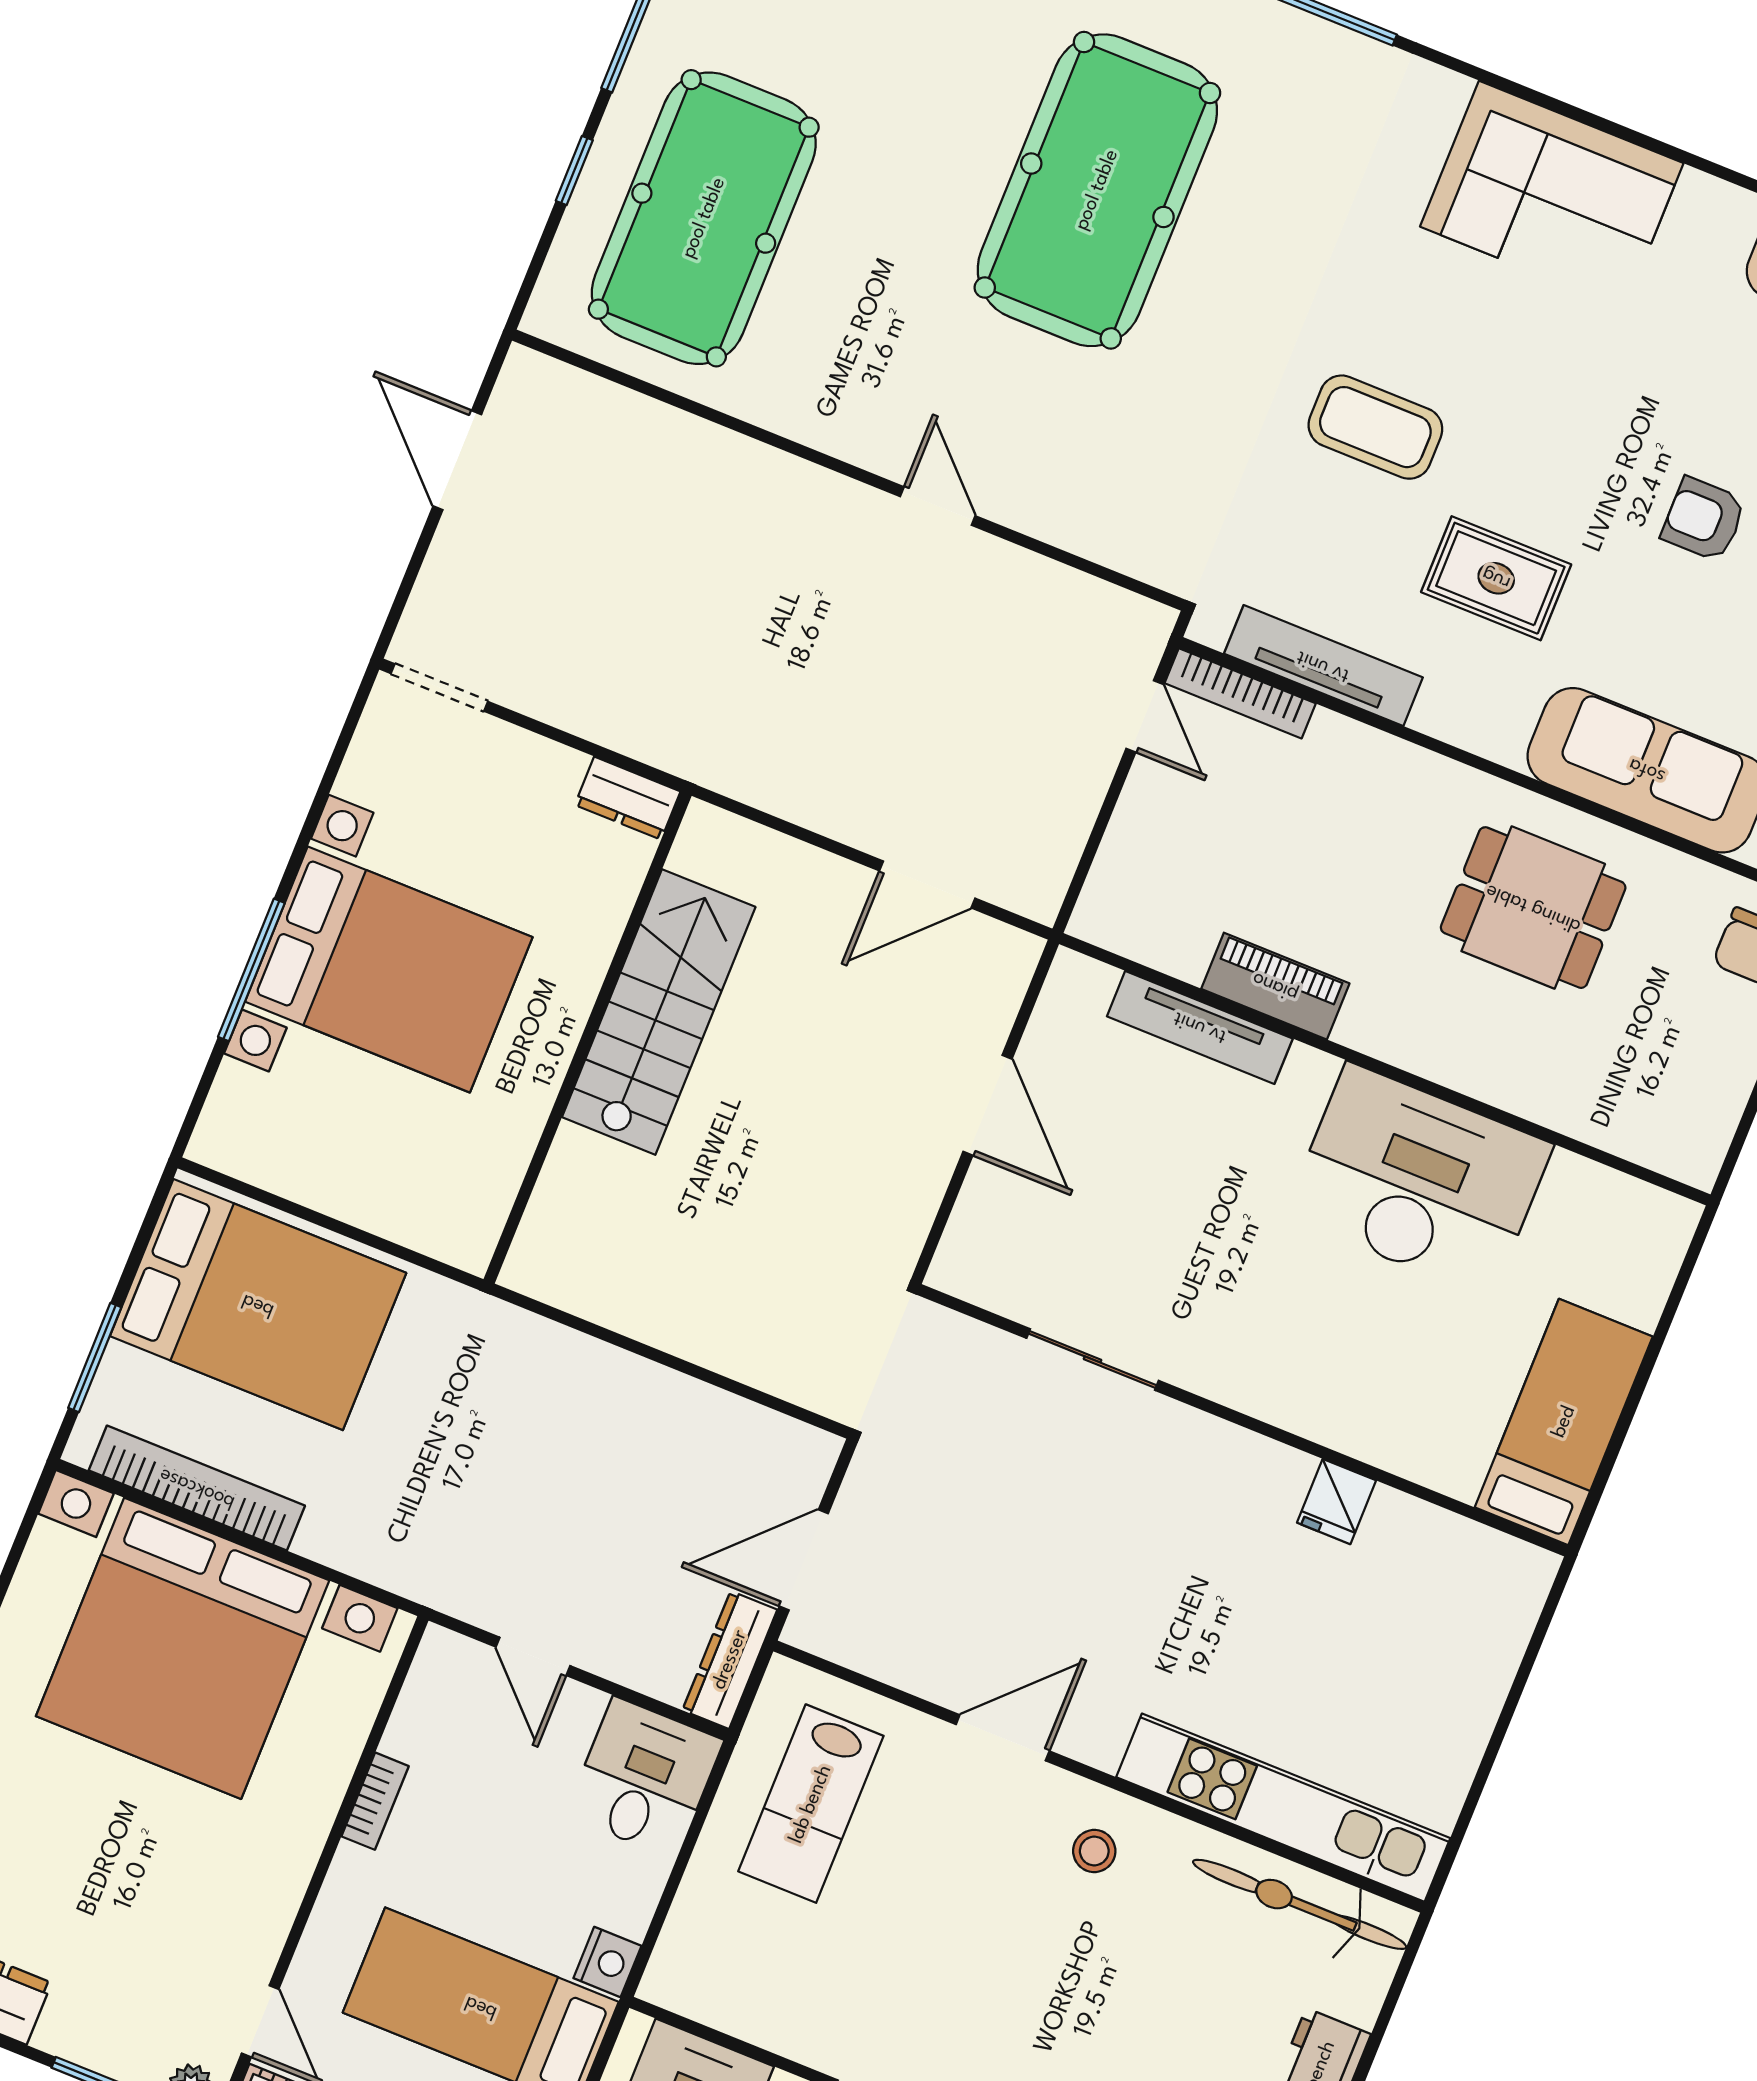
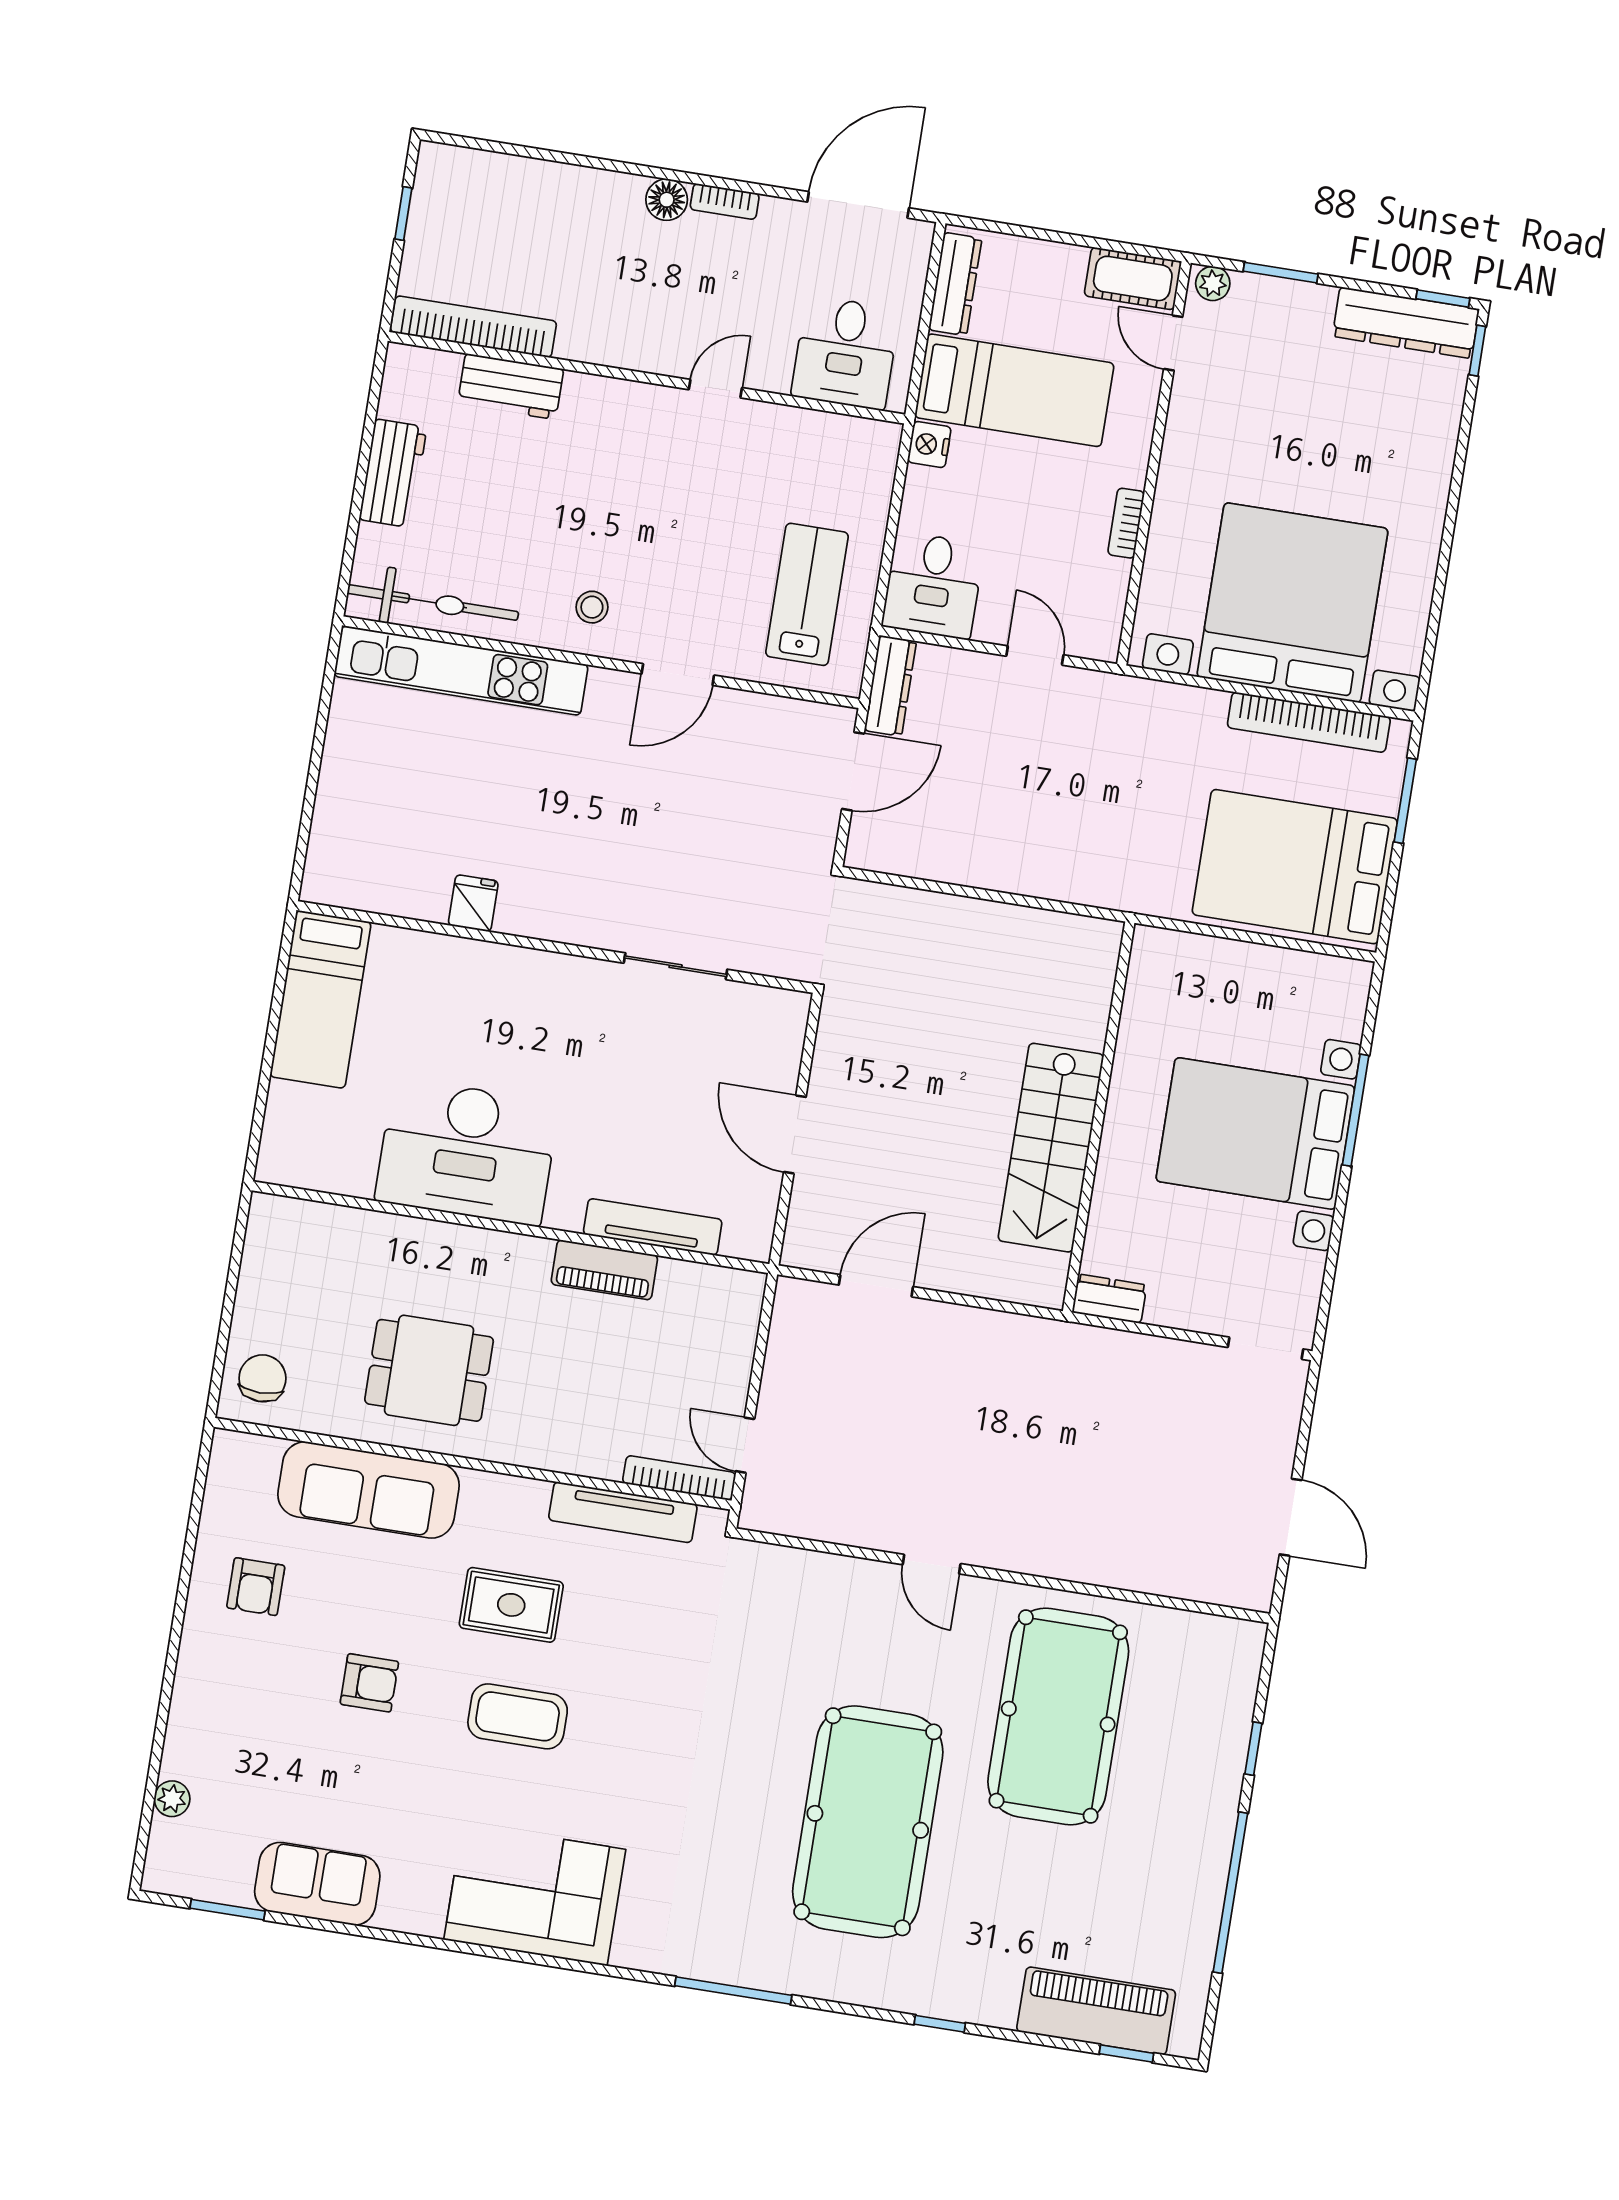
pool table: (704, 218) -> (1058, 1716), moved
coffee table: (1375, 427) -> (518, 1716), moved

